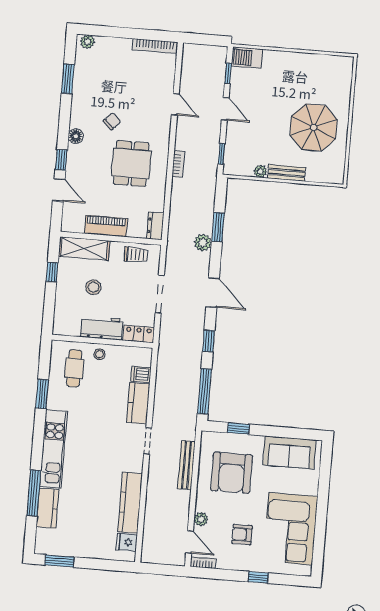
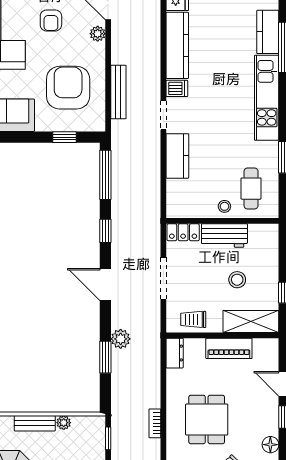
dishwasher: (141, 374) -> (177, 88), moved
armchair: (242, 535) -> (51, 20), turned 90

